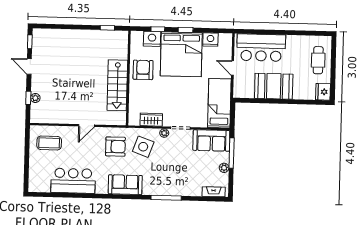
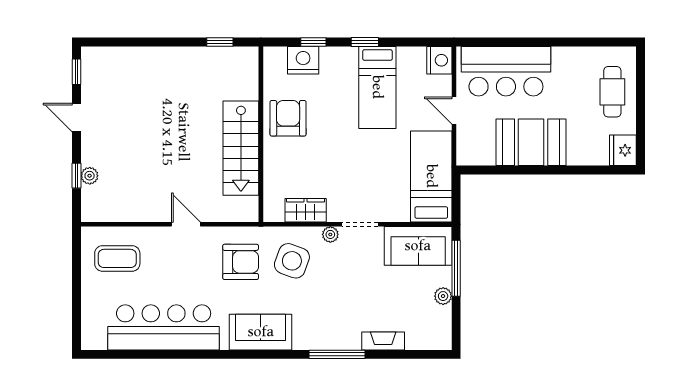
nightstand: (210, 40) -> (439, 60), moved, turned 90
bed: (181, 54) -> (377, 87), width x0.49
door: (87, 126) -> (186, 224), swing flipped
bar counter: (73, 181) -> (164, 327), width x1.36
fireplace: (214, 192) -> (383, 341), moved

